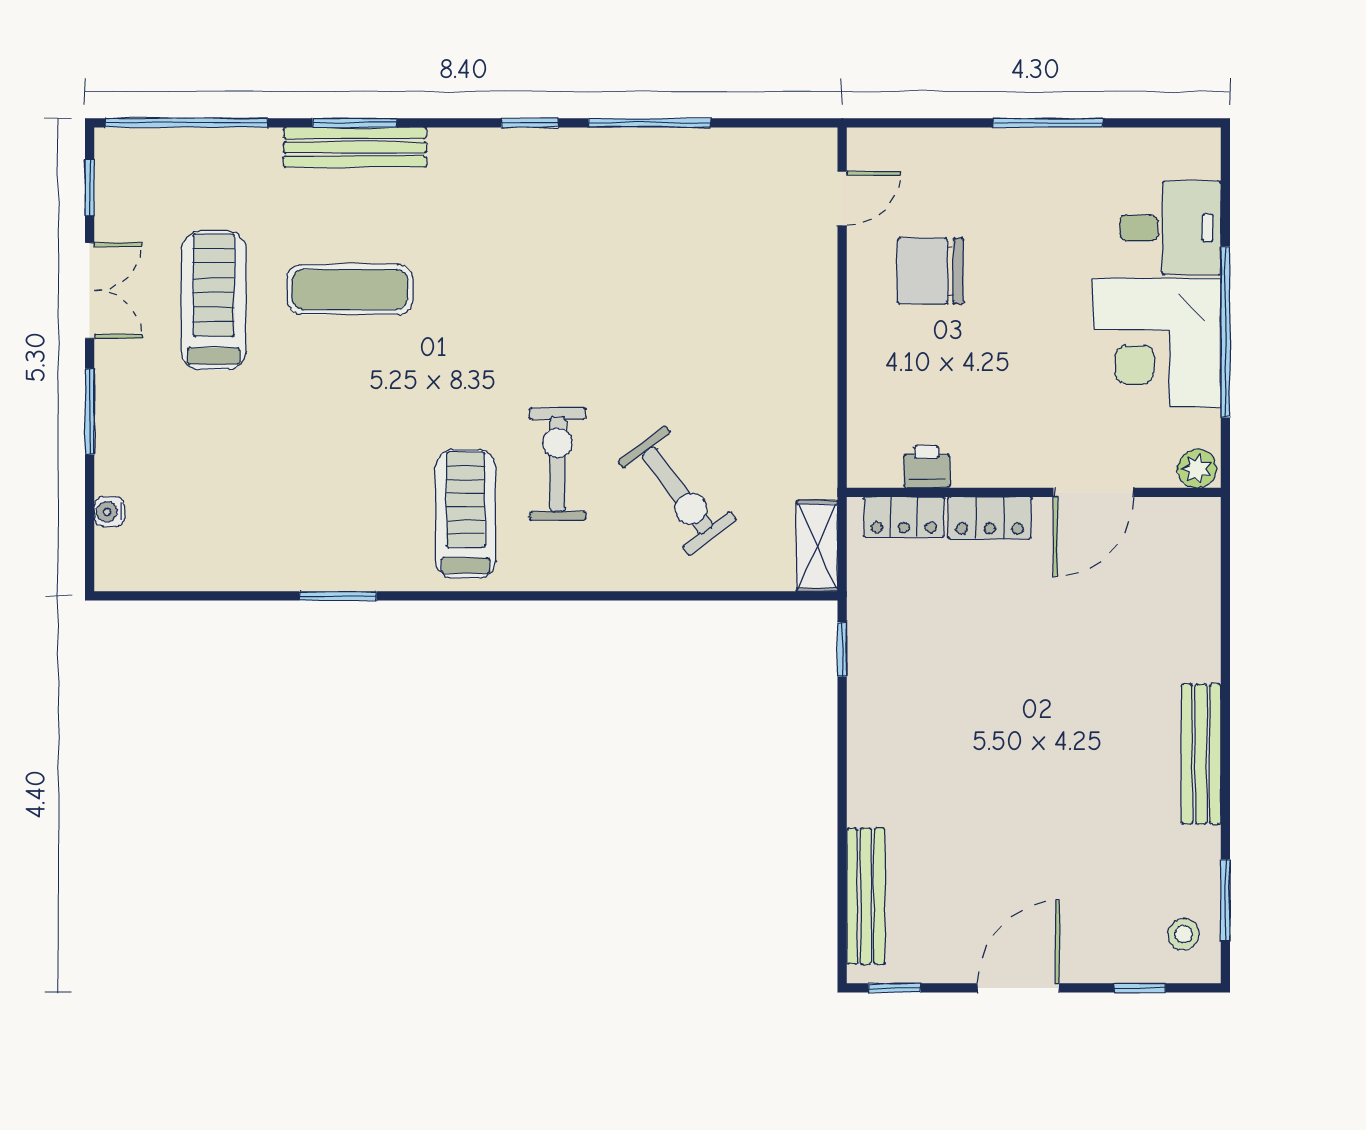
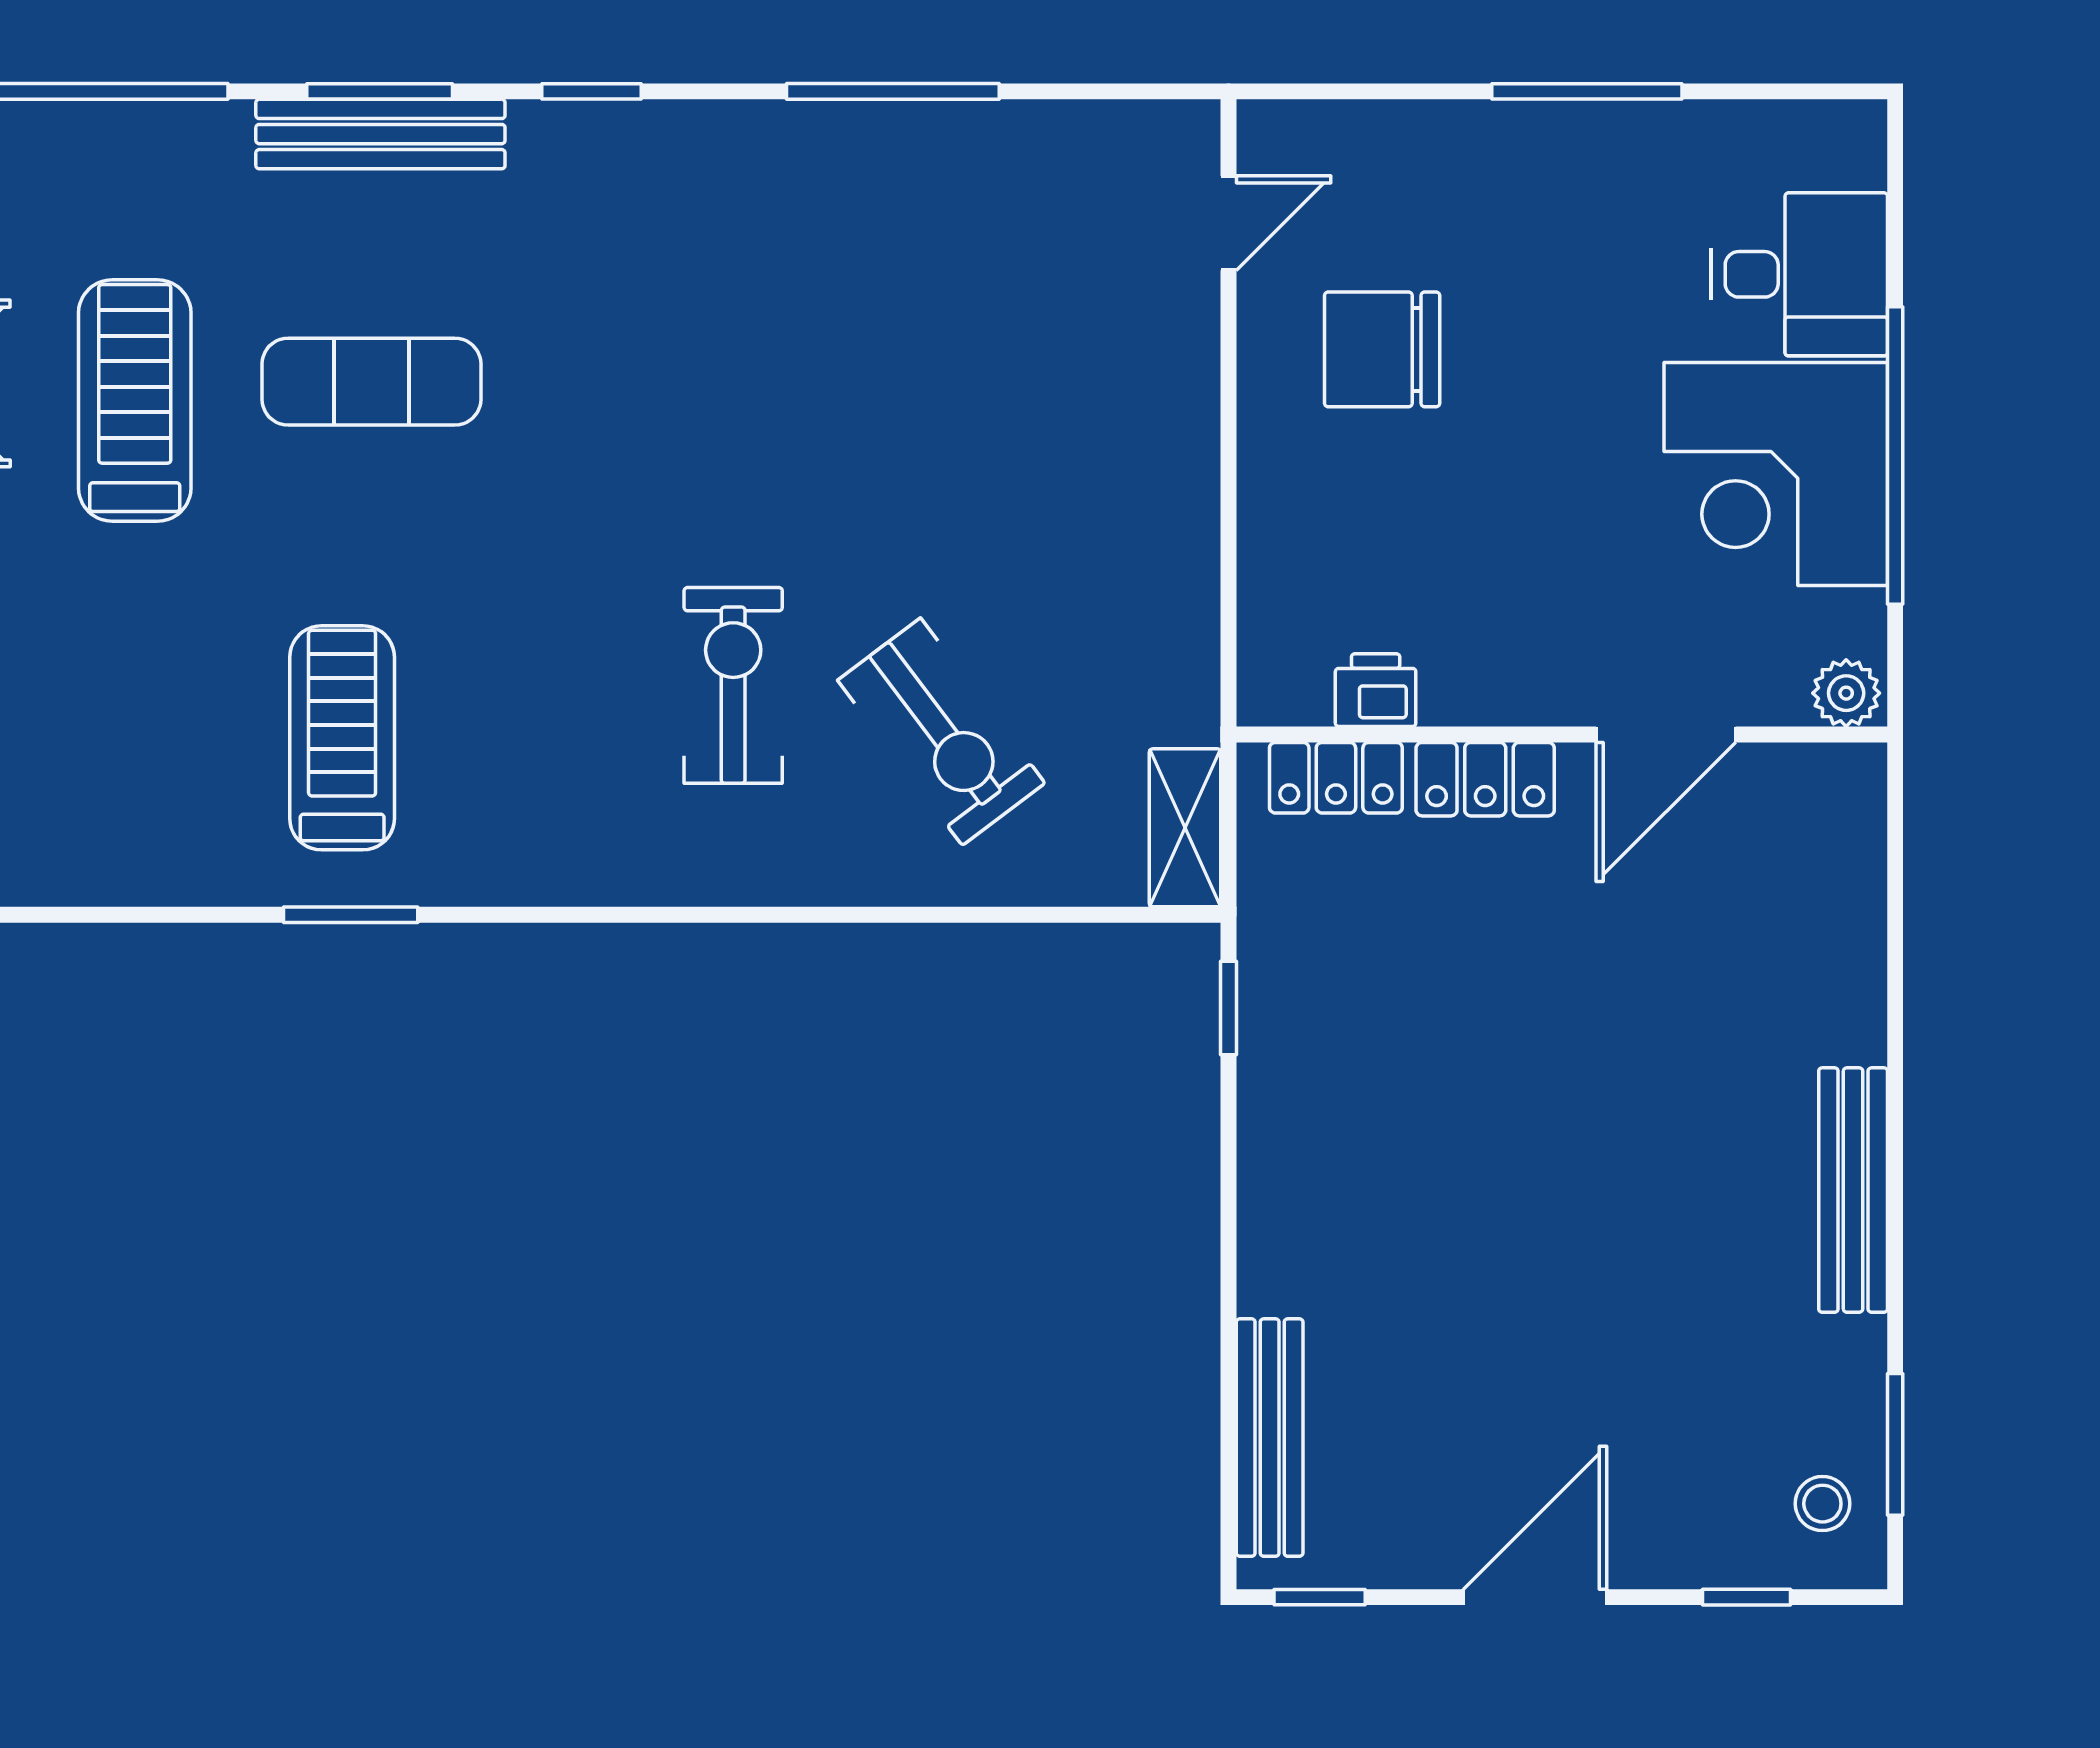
window: (530, 123) -> (591, 91), moved
treadmill: (466, 514) -> (342, 738), moved

